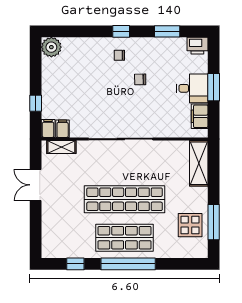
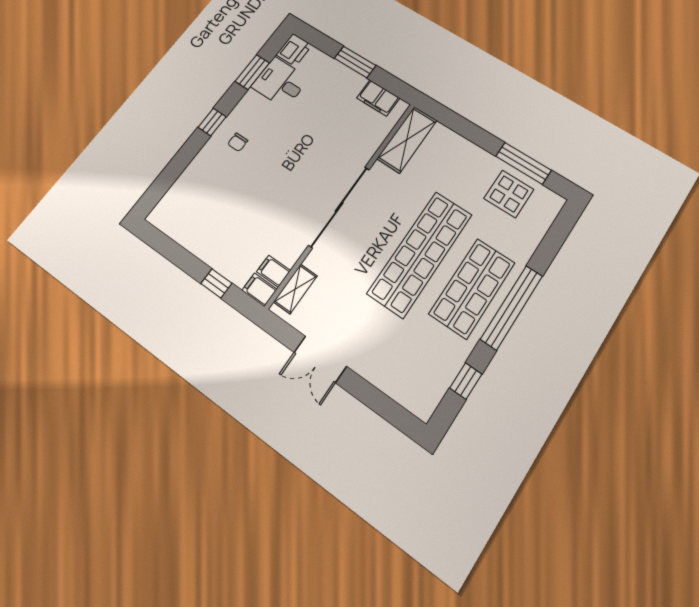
plant: (51, 47) -> (165, 216), removed
chair: (140, 79) -> (284, 137), removed
desk: (192, 88) -> (280, 82), moved, turned -90
shelving: (199, 163) -> (407, 140), moved, turned 90

